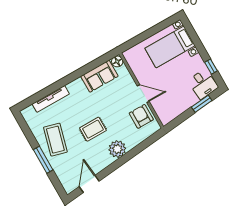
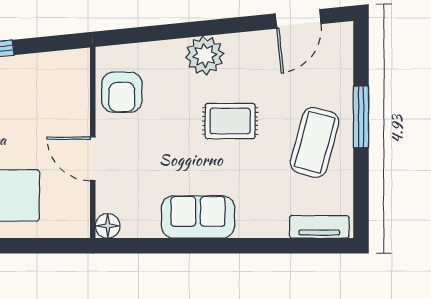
sofa: (99, 76) -> (198, 217), moved
door: (143, 94) -> (93, 159), moved
tv unit: (51, 99) -> (319, 227), moved, width x0.71

